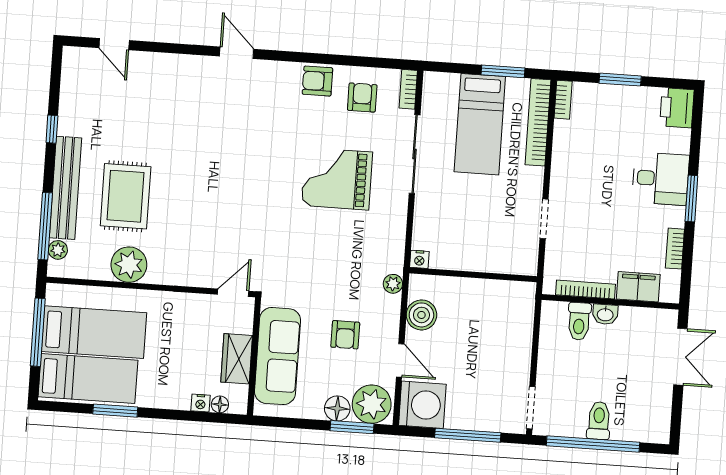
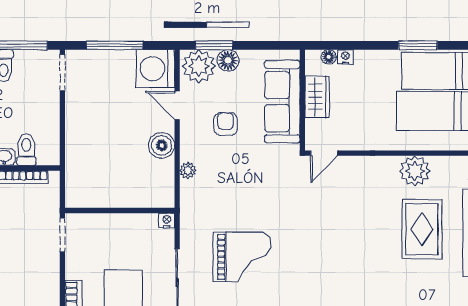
nightstand: (419, 259) -> (167, 221), moved
wall: (473, 275) -> (120, 211), moved

